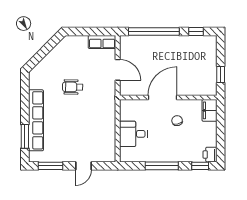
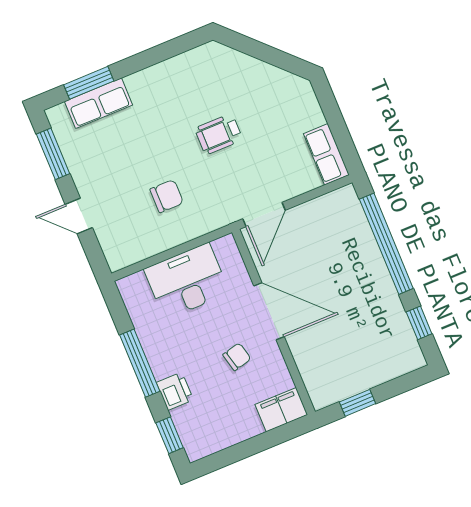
door: (118, 70) -> (264, 215), moved
wheelchair: (73, 87) -> (219, 134), turned -91
row of seats: (36, 120) -> (98, 103), width x0.50
chair: (91, 122) -> (167, 196), added
desk: (133, 134) -> (187, 281), width x1.37
printer: (210, 155) -> (175, 391), moved, turned 90

